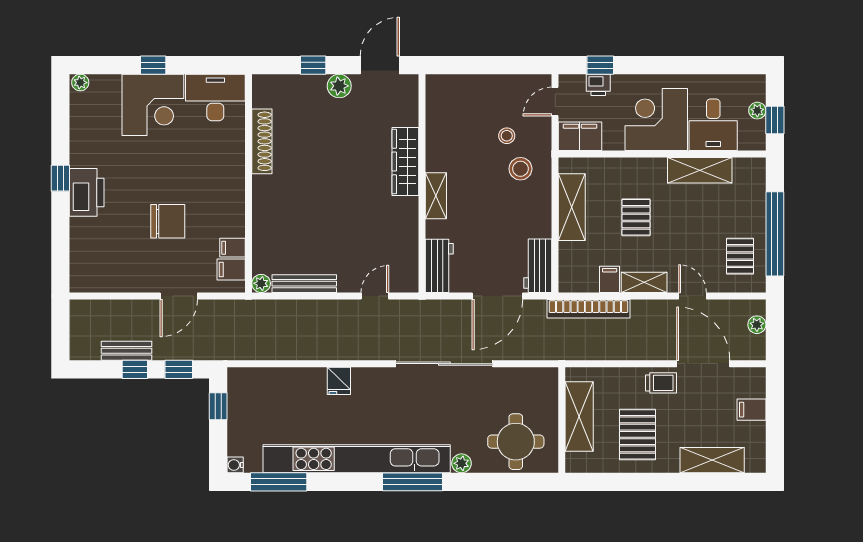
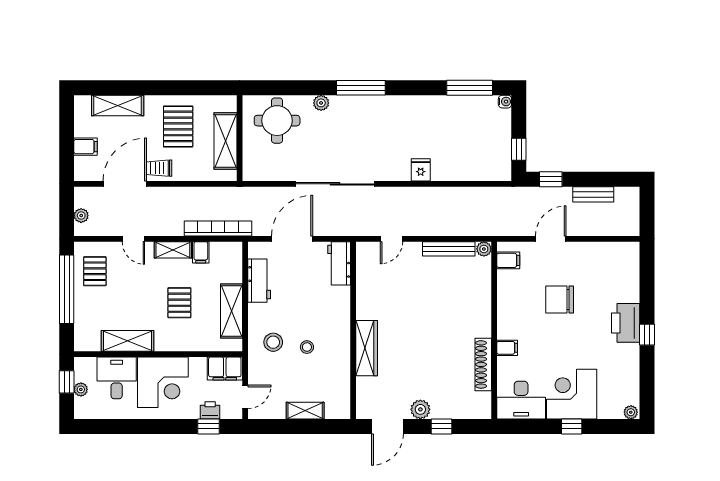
stool: (507, 136) -> (307, 347), moved
shelving: (436, 196) -> (305, 411), moved, turned 90
filing cabinet: (233, 248) -> (507, 348), moved
workbench: (538, 266) -> (259, 281), moved
door: (703, 364) -> (125, 184), swing flipped
window: (135, 369) -> (586, 179), removed
kitchen unit: (357, 459) -> (406, 107), removed

